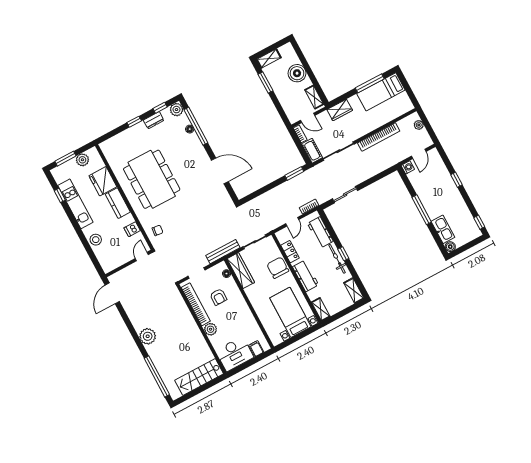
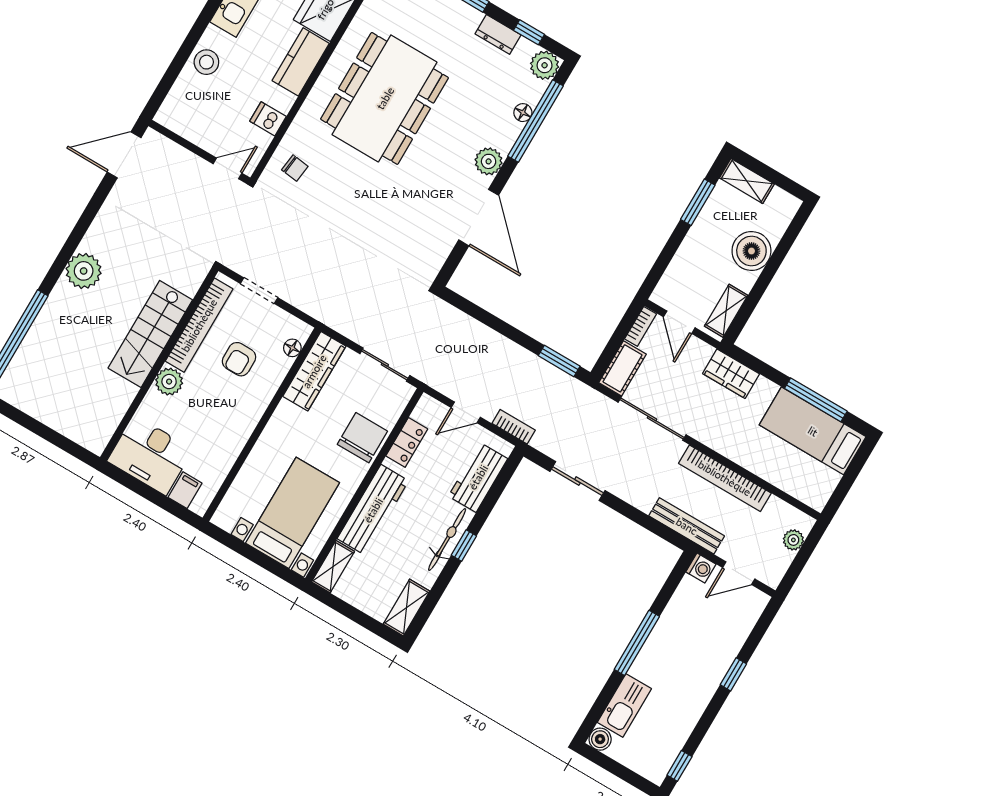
plant: (201, 154) -> (489, 161), added
bench: (223, 252) -> (687, 526), moved
workbench: (306, 276) -> (373, 510), width x1.38
stairs: (199, 377) -> (150, 334), moved, turned -90

